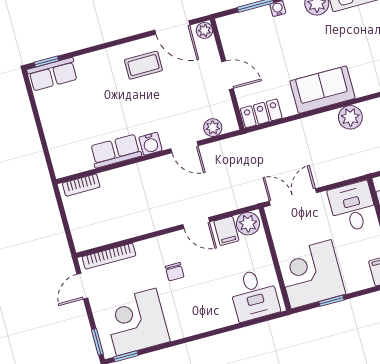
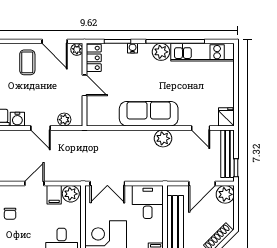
coffee table: (143, 65) -> (27, 62), turned 90
sofa: (323, 90) -> (149, 114), width x1.36
locker: (261, 113) -> (94, 58), moved, turned 90
double door: (293, 197) -> (107, 184), swing flipped
door: (196, 223) -> (34, 184), swing flipped

